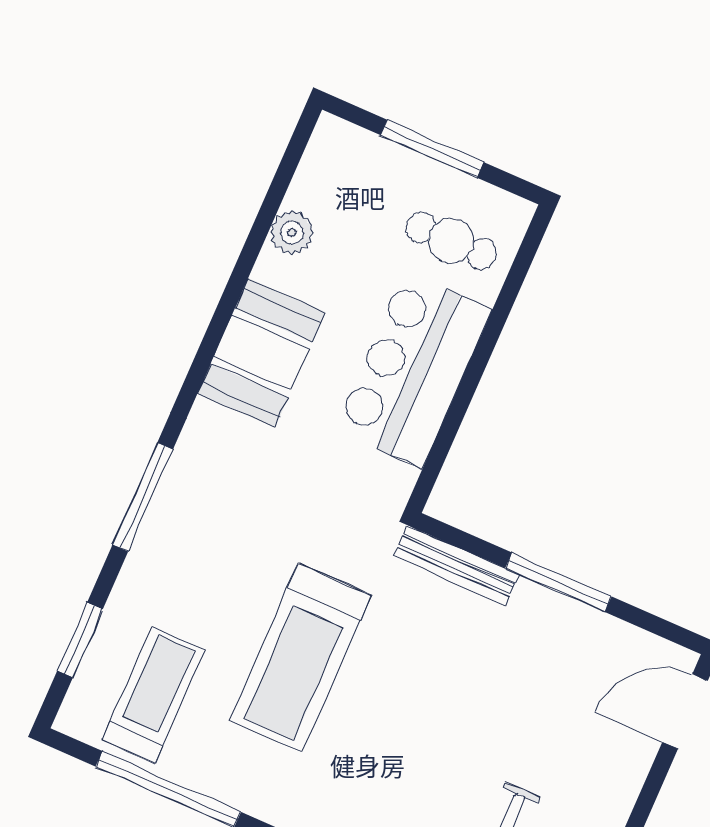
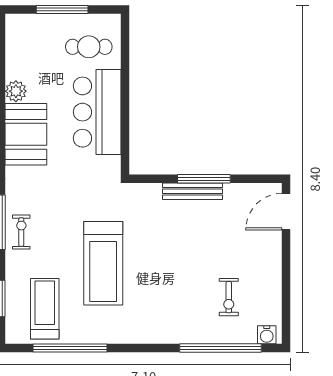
plant: (292, 233) -> (16, 91), moved
exercise bike: (173, 532) -> (21, 232), added
bench: (456, 565) -> (192, 191), moved

